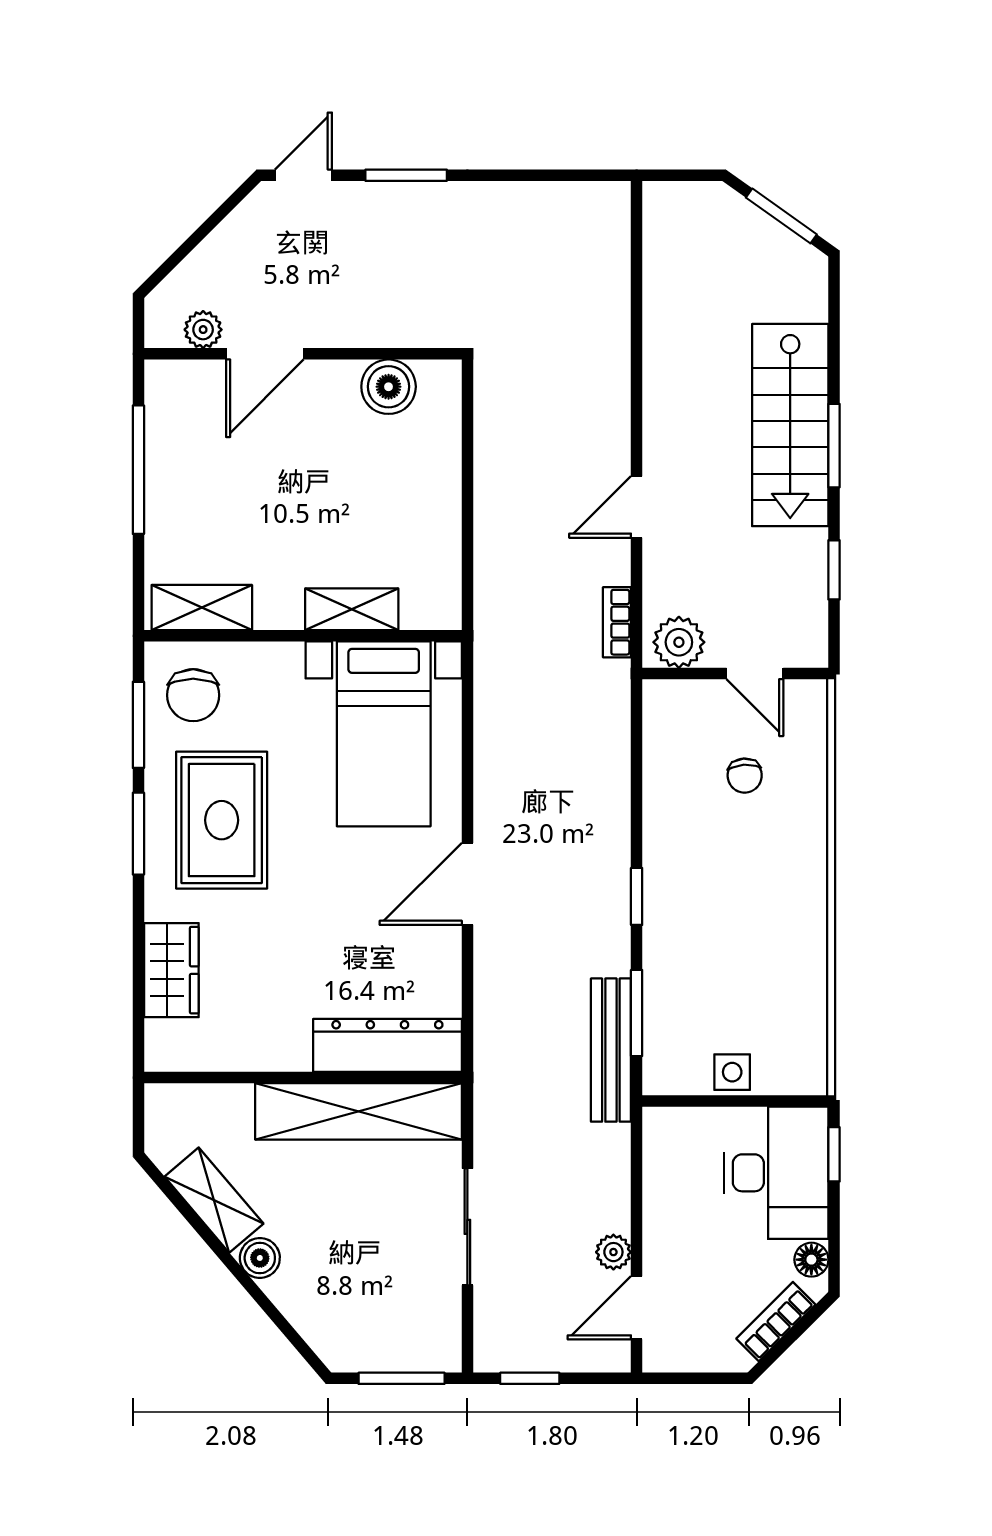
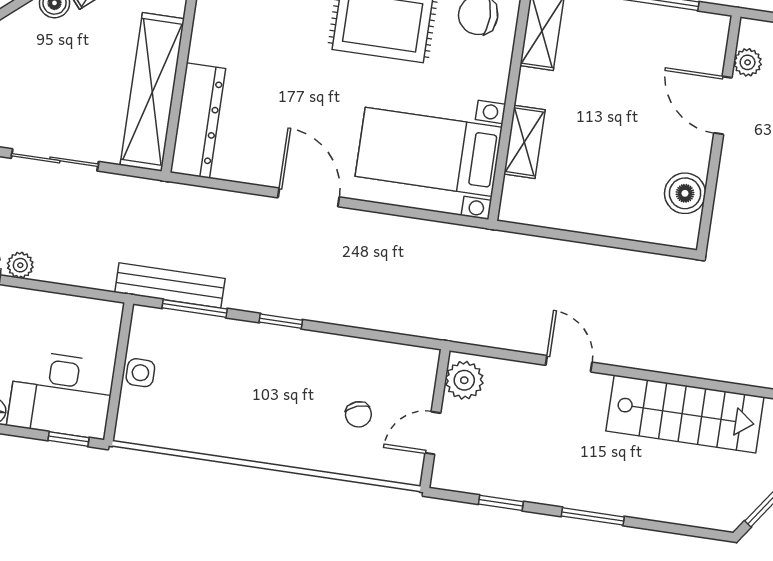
stairs: (790, 425) -> (685, 414), moved, turned 180
bookcase: (617, 622) -> (486, 337), removed
chair: (745, 776) -> (358, 414), turned -106

